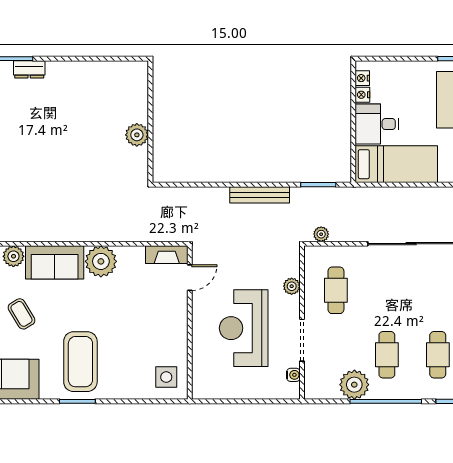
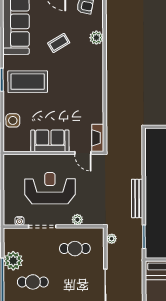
plant: (101, 261) -> (93, 95), removed
sofa: (55, 262) -> (50, 141), moved, turned 90
side table: (166, 377) -> (13, 120), moved

